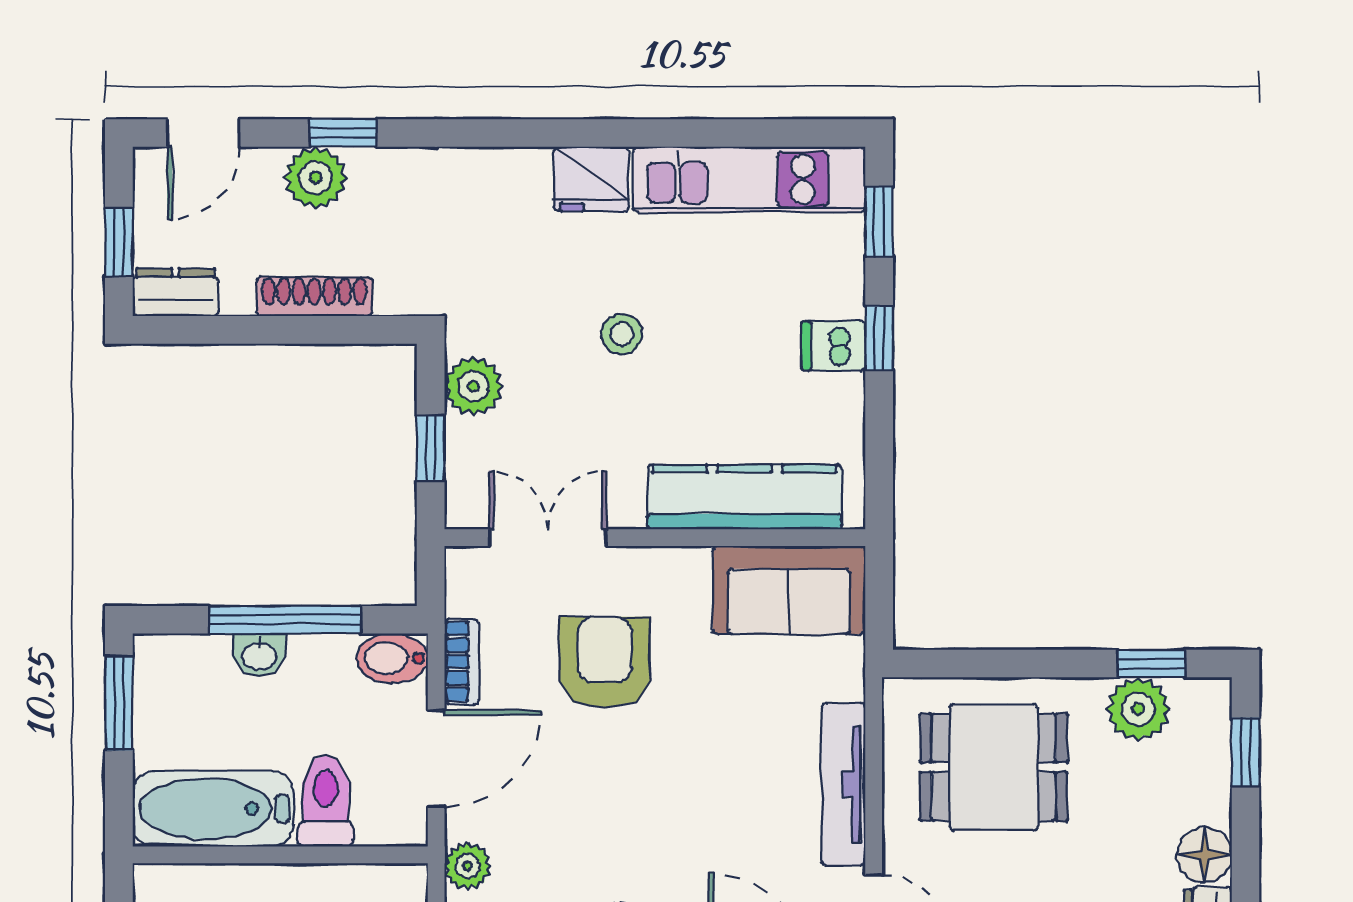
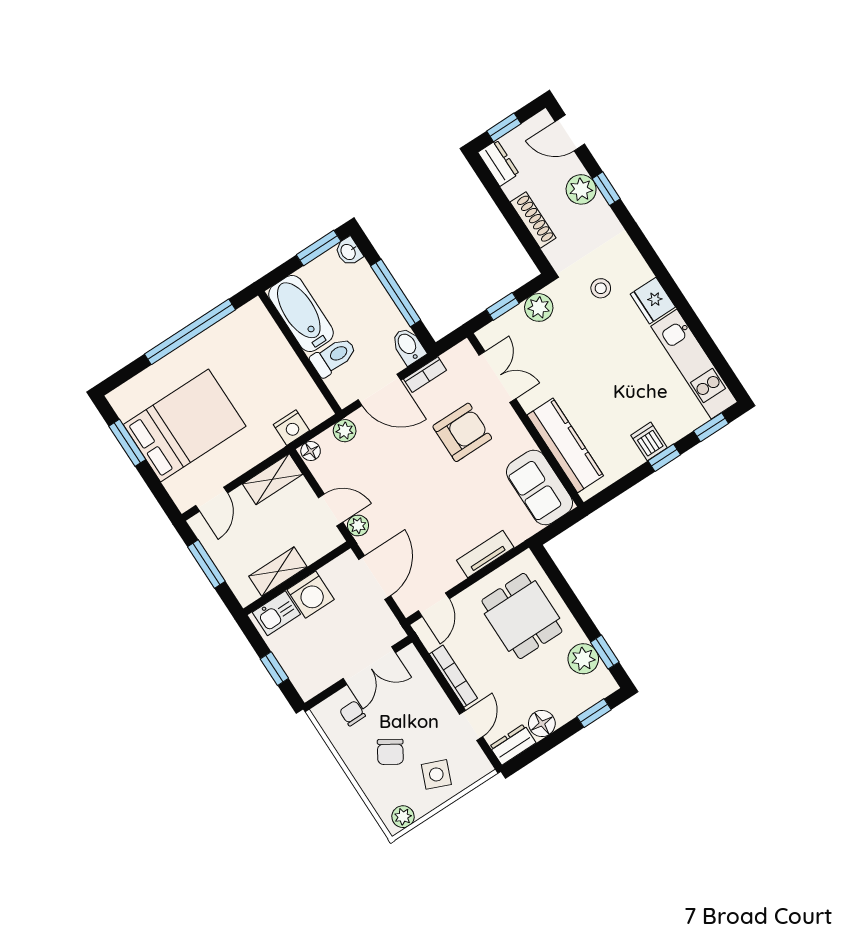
stool: (622, 334) -> (601, 288), moved
washbasin: (259, 655) -> (349, 252), moved
tv unit: (843, 784) -> (485, 554), width x0.71

